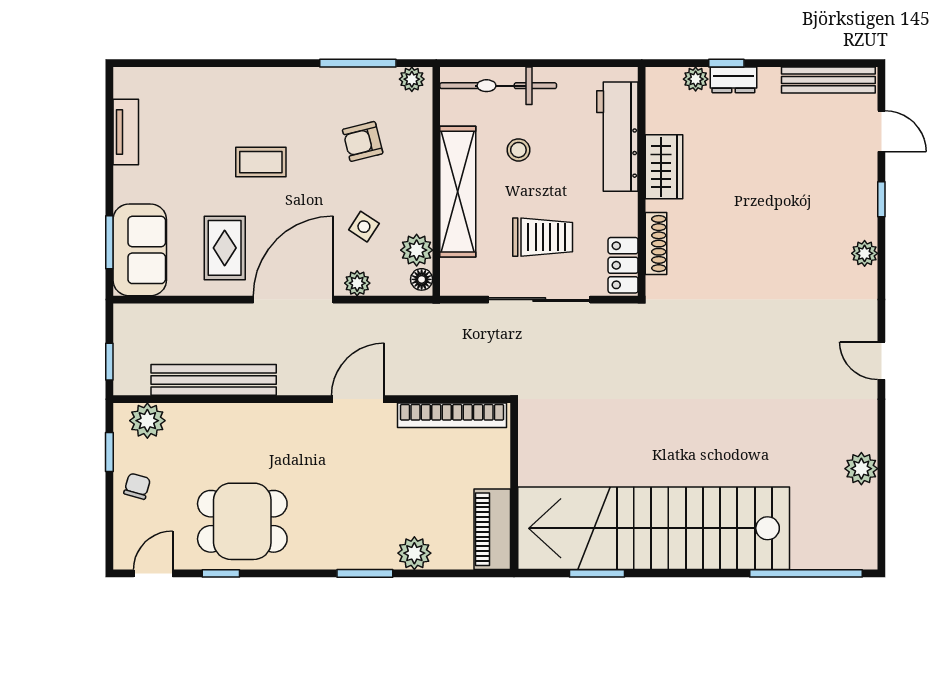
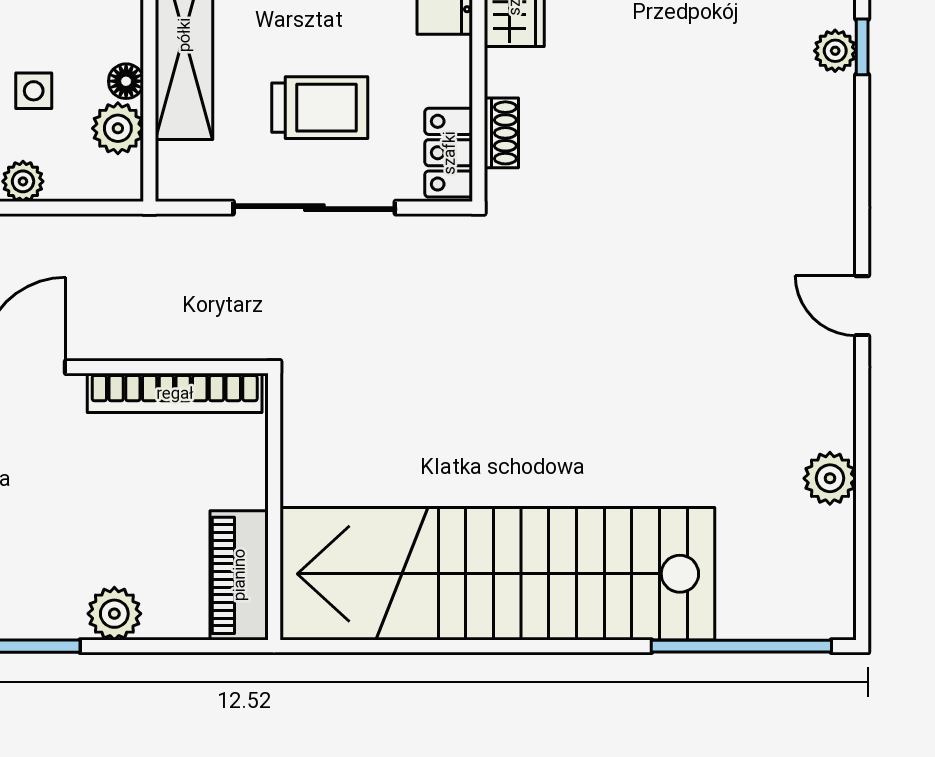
side table: (364, 227) -> (34, 91), turned -33
shoe rack: (656, 244) -> (501, 133), width x0.70
plant: (865, 253) -> (835, 51), moved
floor lamp: (422, 279) -> (126, 81), moved
window: (597, 573) -> (407, 646), removed

